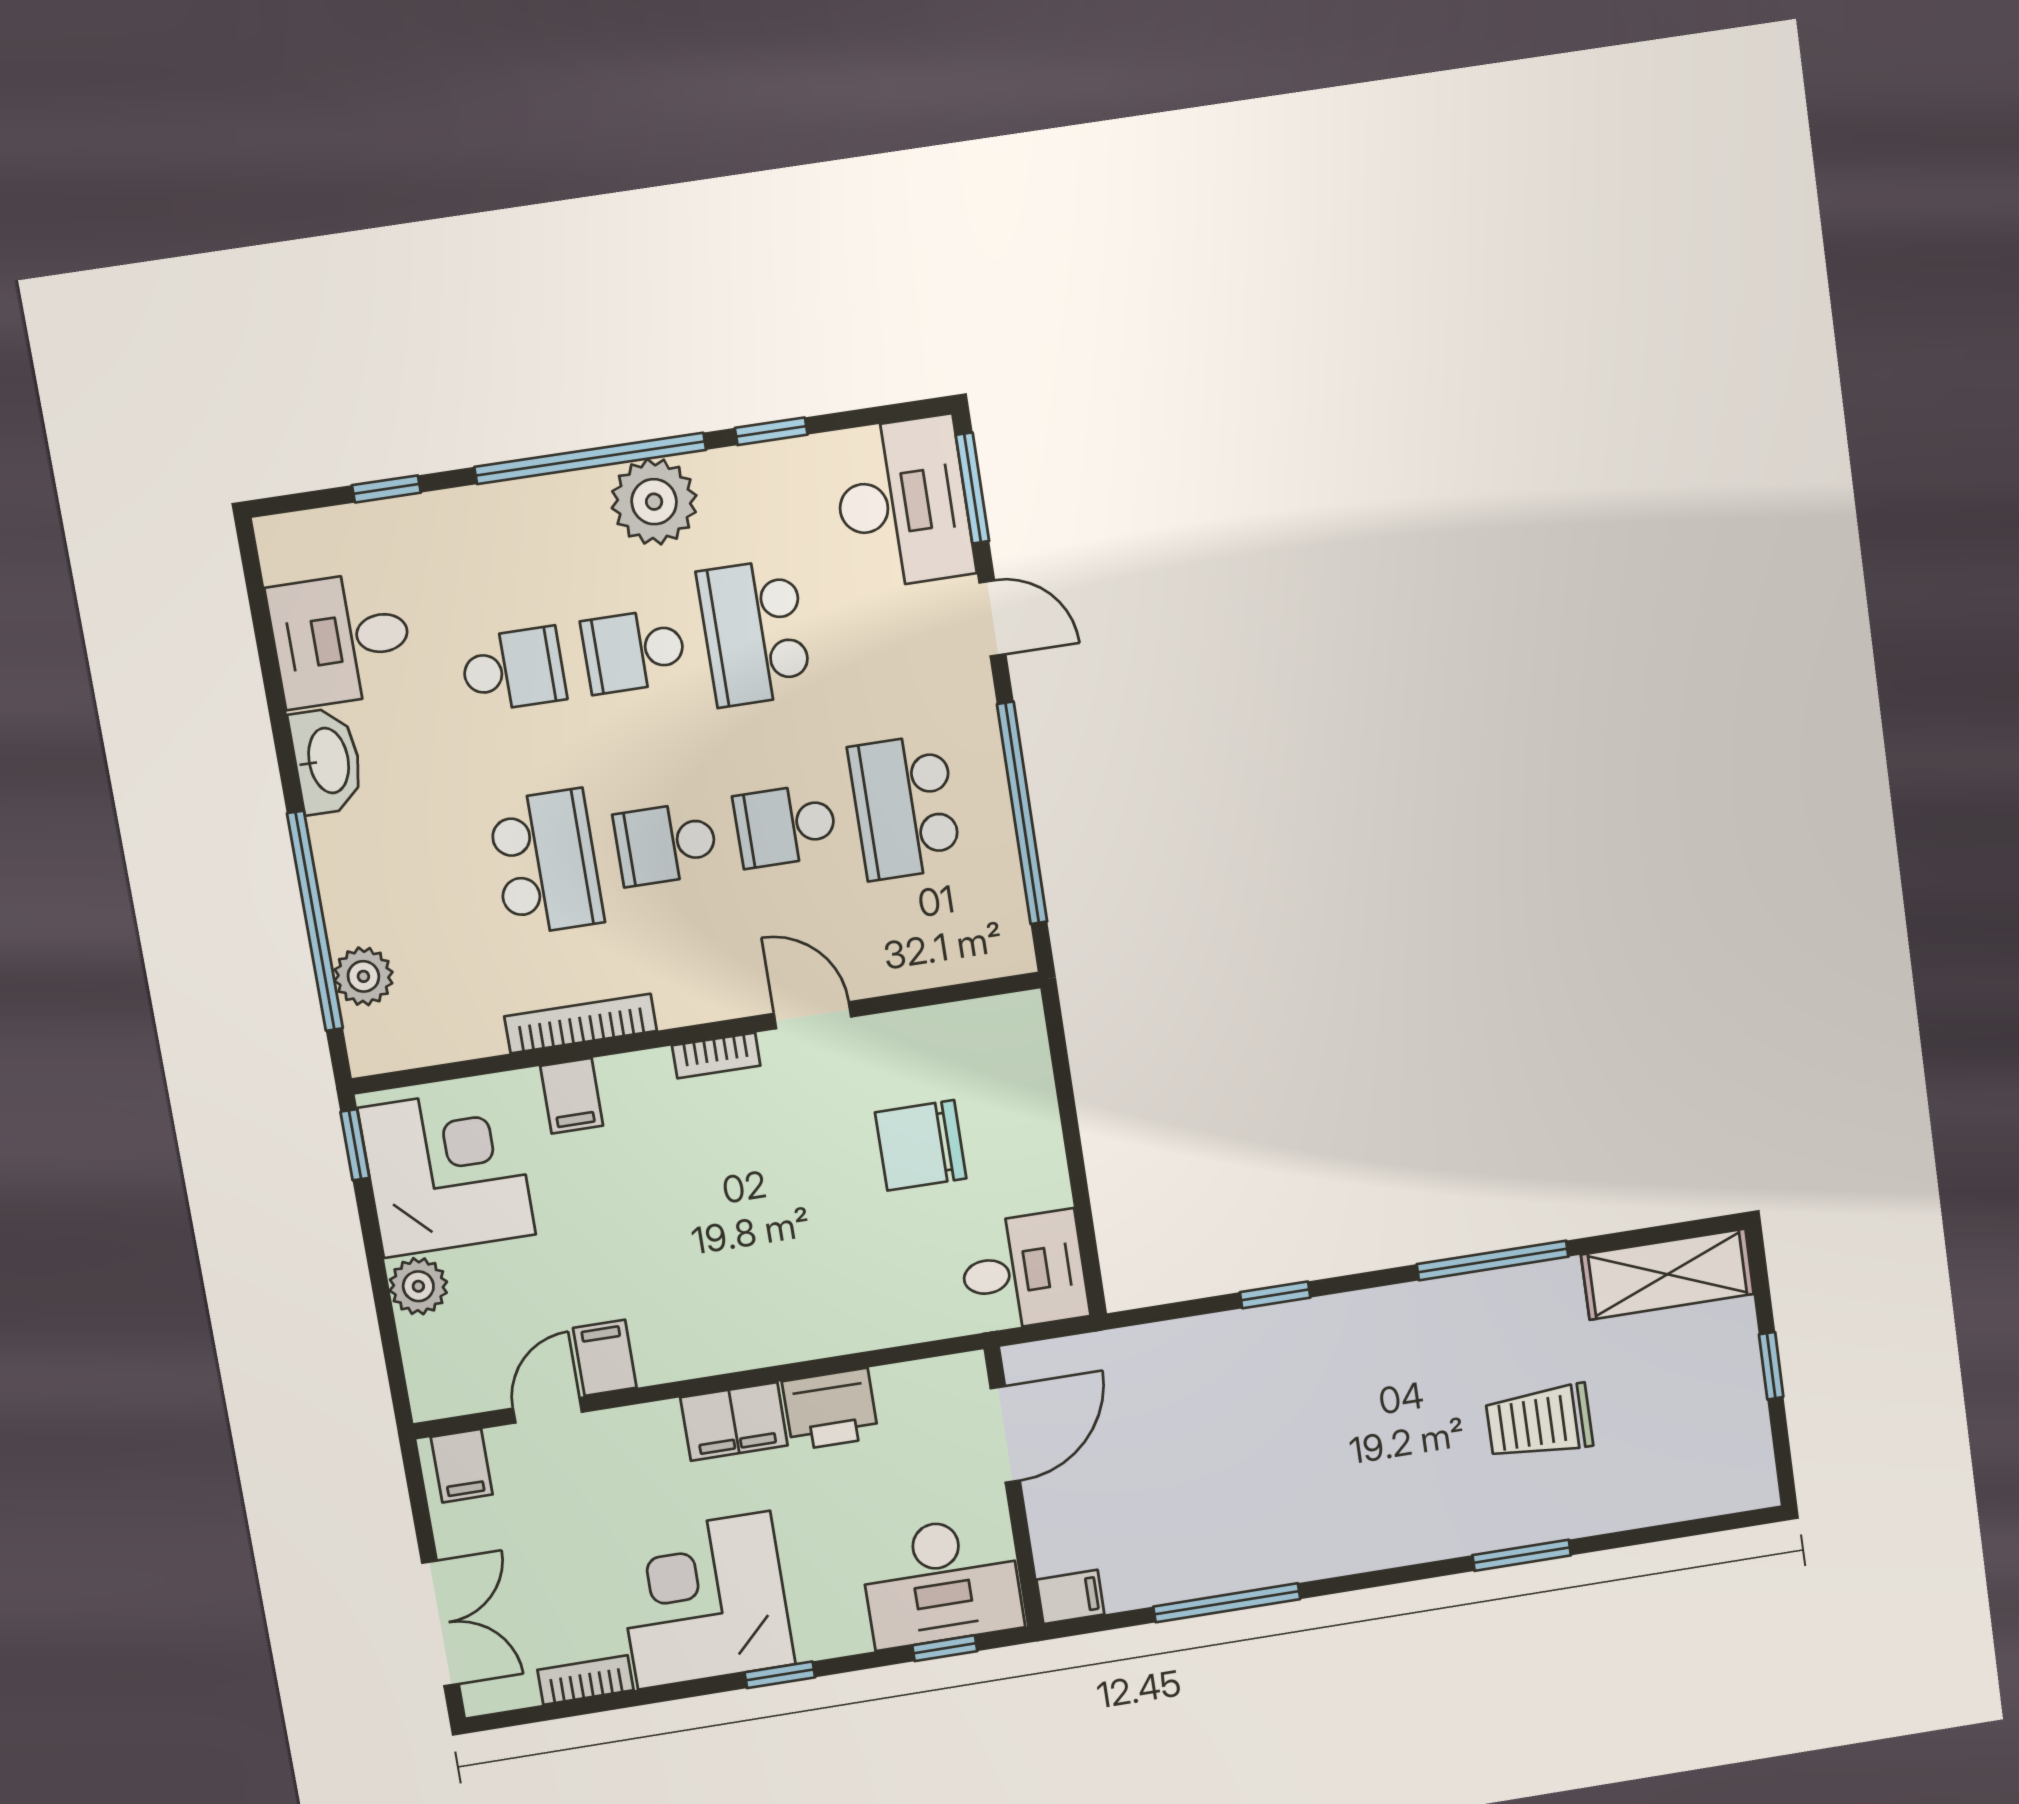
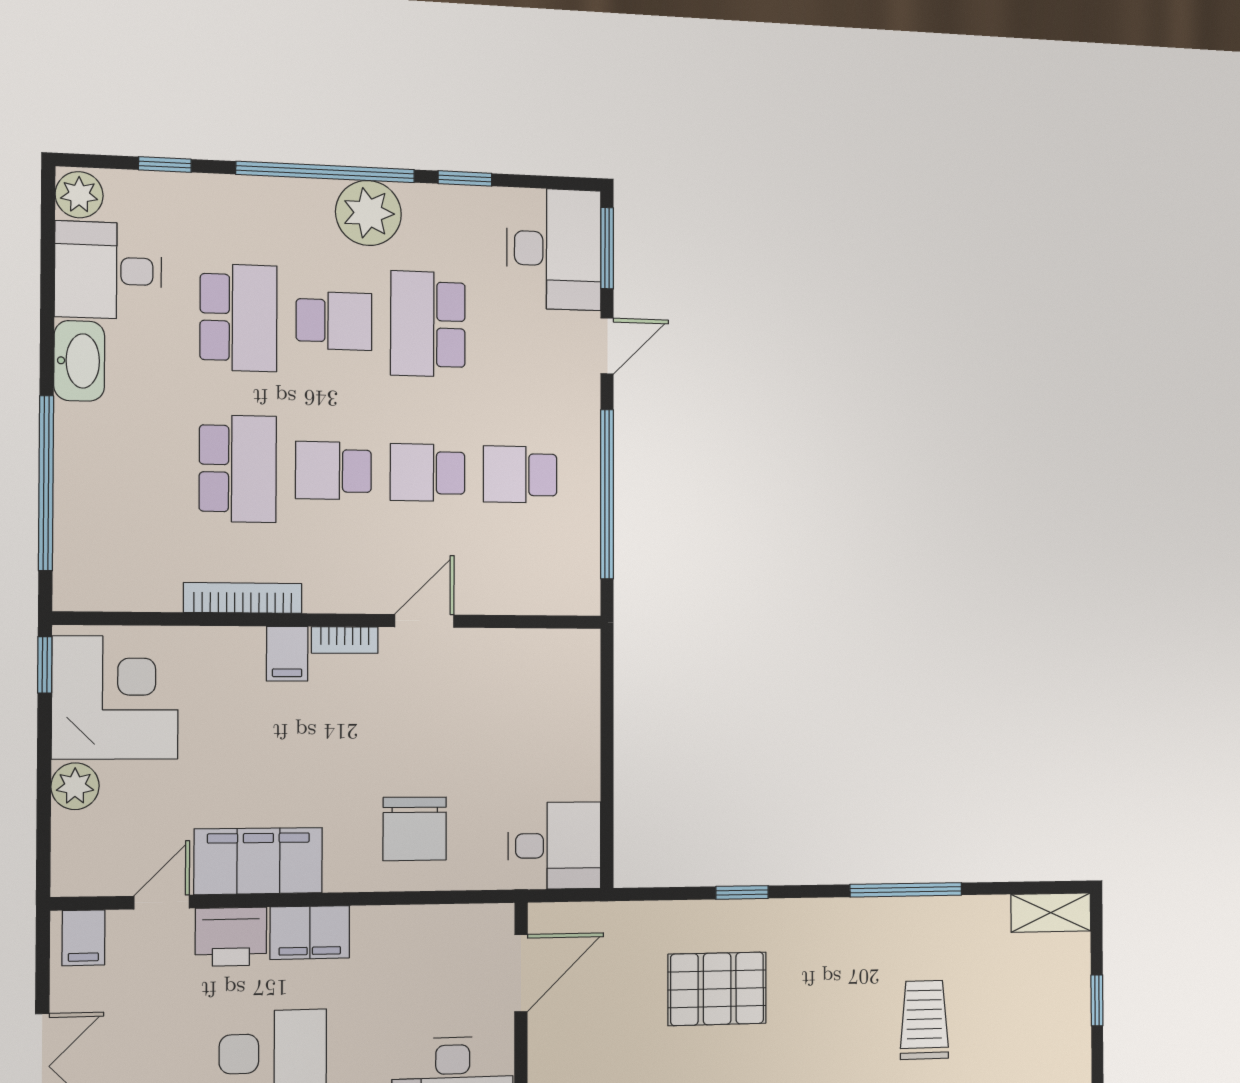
door: (992, 618) -> (607, 346), hinge flipped
school desk: (634, 651) -> (334, 321), turned 180
school desk: (513, 669) -> (239, 318), width x1.85
school desk: (905, 807) -> (520, 474), width x0.54
plant: (363, 976) -> (79, 195), moved
door: (812, 1015) -> (424, 621), hinge flipped
filing cabinet: (572, 1096) -> (287, 654), moved
chair: (921, 1145) -> (415, 829), moved, turned -90
shelving: (1667, 1274) -> (1051, 913), width x0.67, depth x0.75
filing cabinet: (605, 1358) -> (258, 861), width x3.00, depth x1.17
printer: (830, 1409) -> (231, 937), moved
pallet: (1260, 1420) -> (717, 989), added
trolley: (1539, 1422) -> (924, 1020), turned 90

